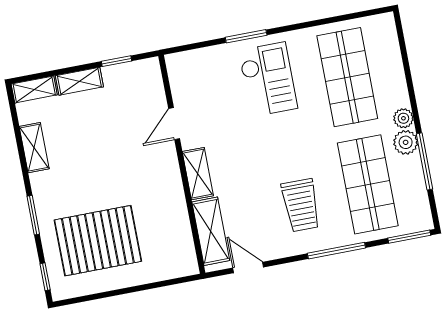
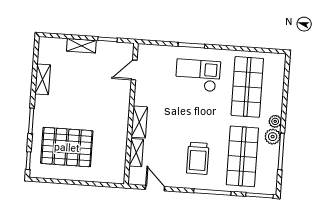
checkout: (268, 79) -> (198, 75), turned -90
shelving: (34, 89) -> (52, 43), removed
door: (174, 124) -> (134, 70), moved
shelving: (211, 231) -> (136, 153), width x0.67, depth x0.75

